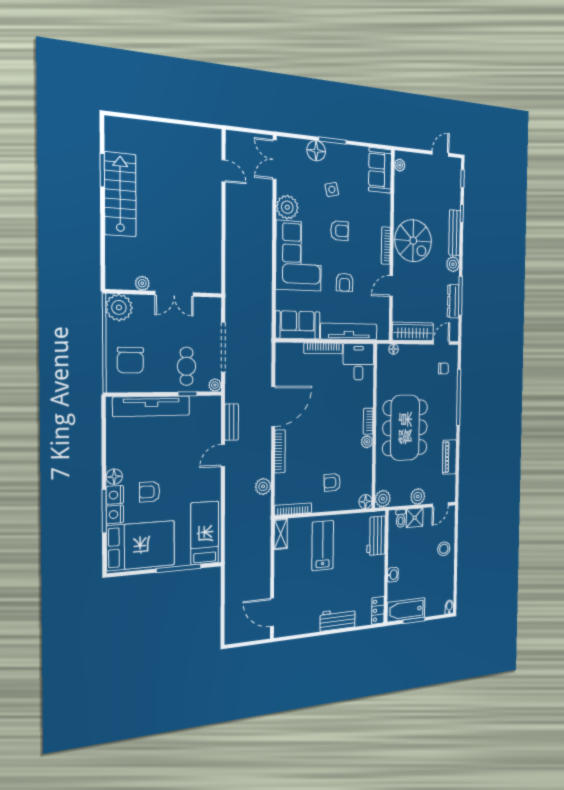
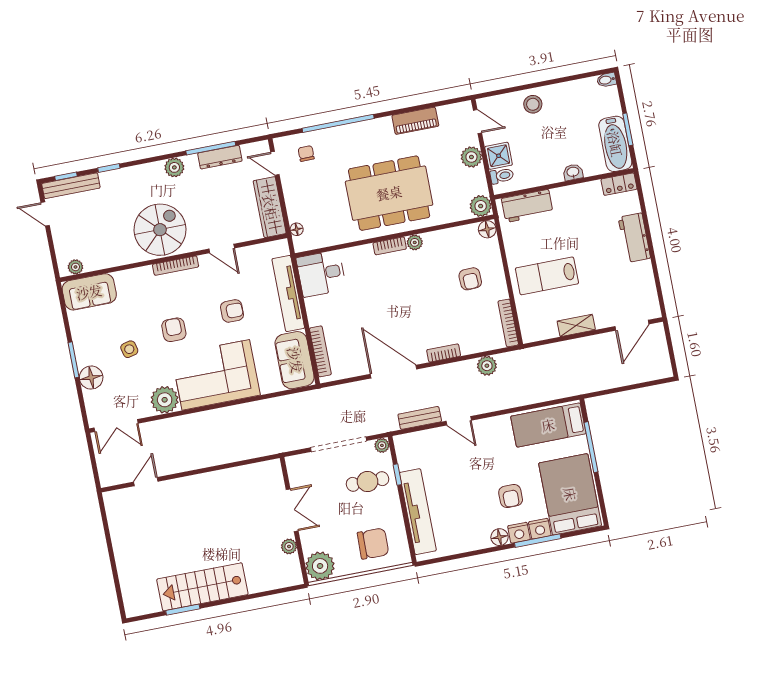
bench: (455, 233) -> (71, 186), moved
bookcase: (323, 348) -> (320, 351), moved
bookcase: (280, 451) -> (444, 353), width x0.64
shelving: (281, 534) -> (576, 326), moved

